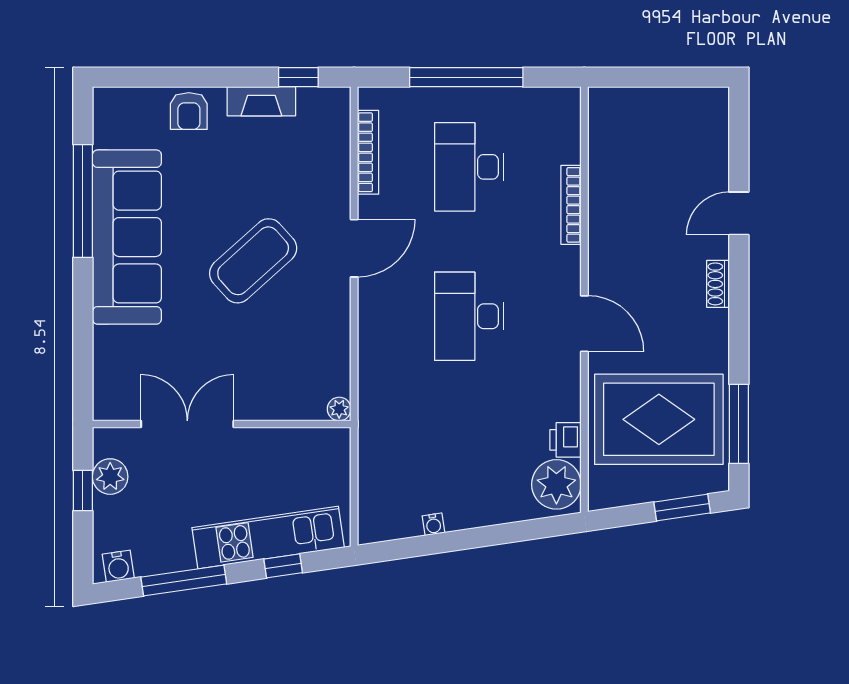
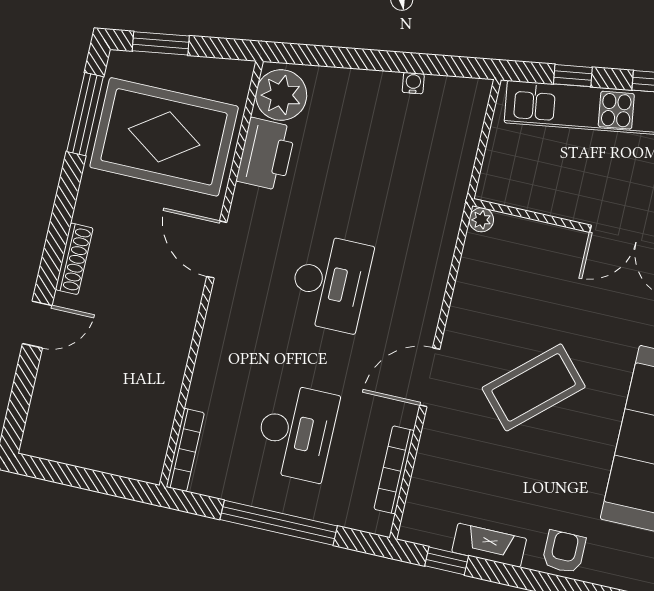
bookcase: (571, 205) -> (185, 450), moved
shoe rack: (718, 284) -> (74, 259), width x1.43
printer: (566, 440) -> (266, 154), width x1.87, depth x1.48

